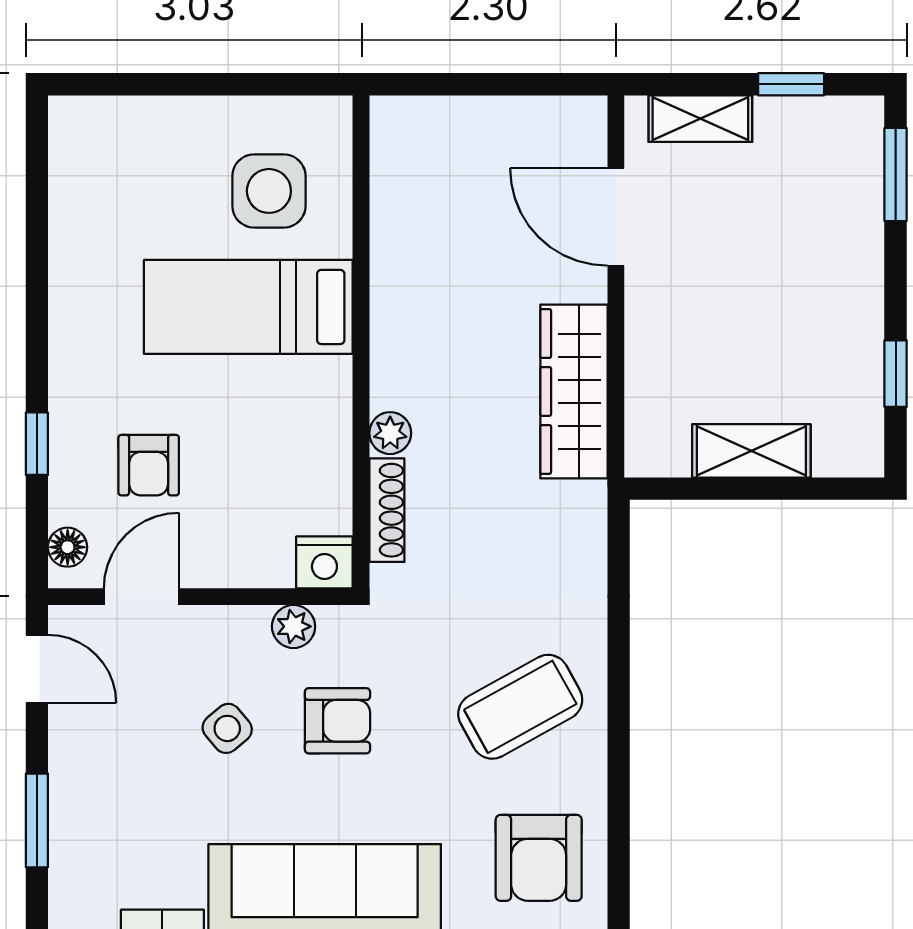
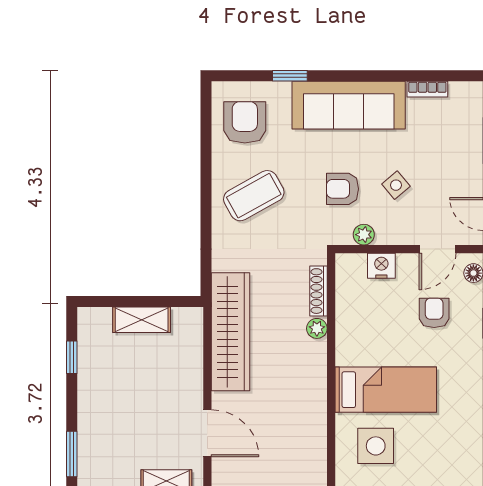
wardrobe: (574, 391) -> (231, 332), width x1.40, depth x1.17
nightstand: (324, 562) -> (381, 266), moved

